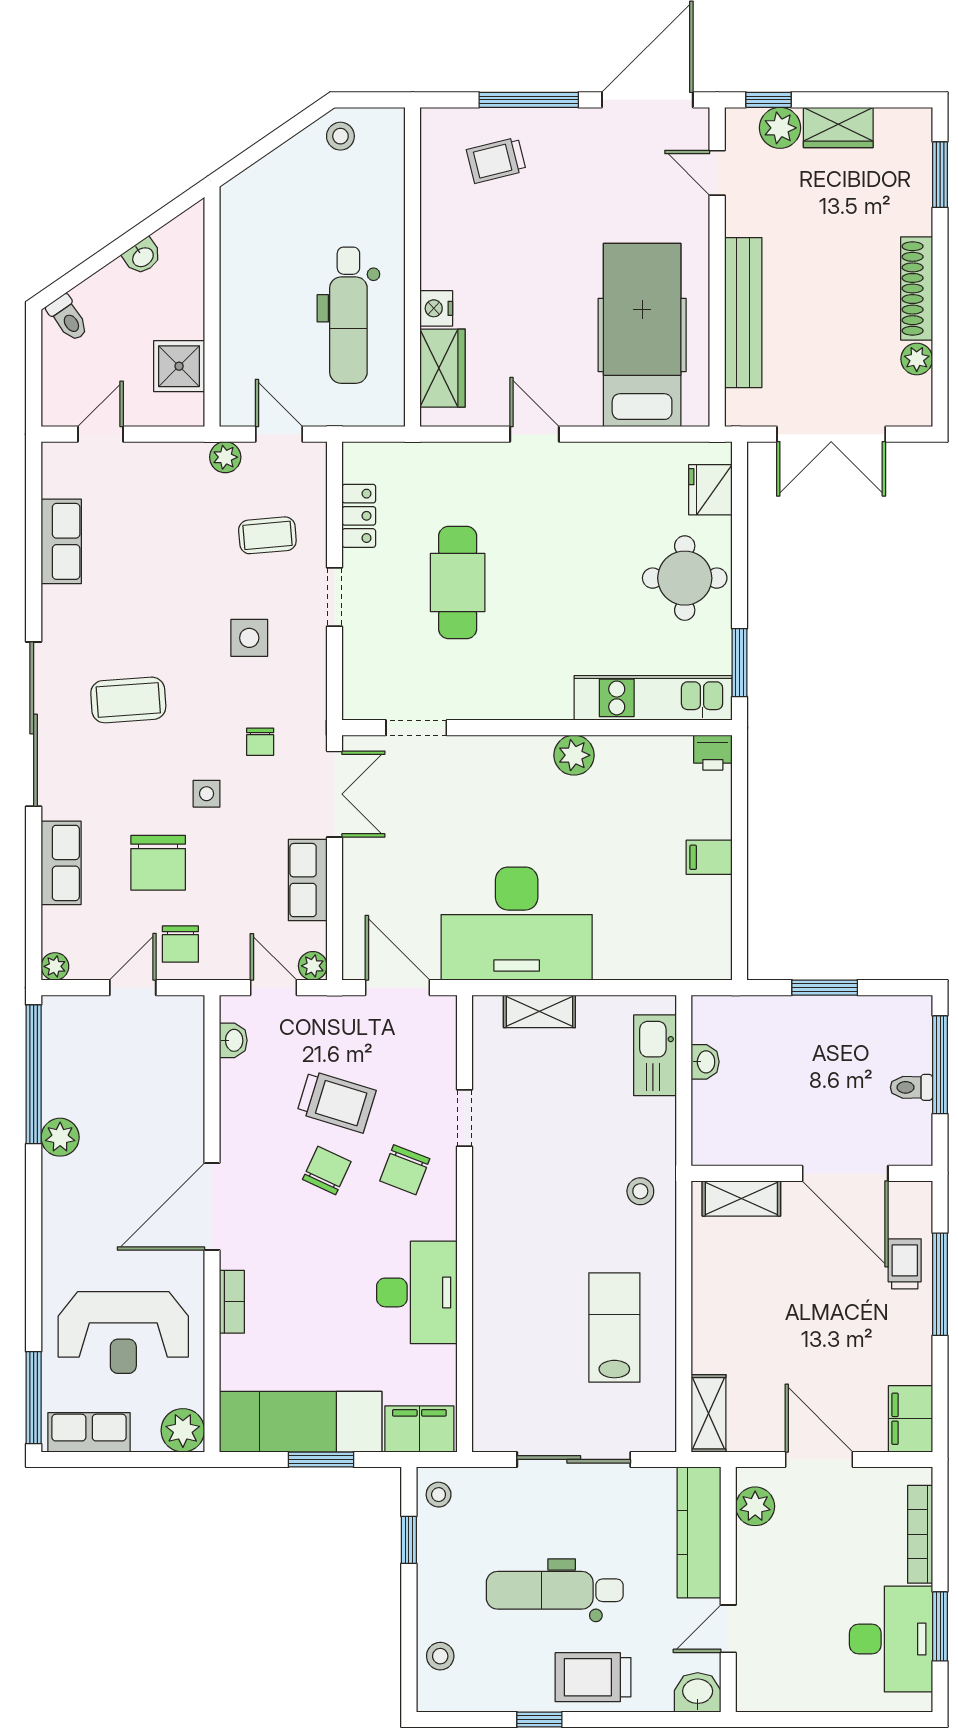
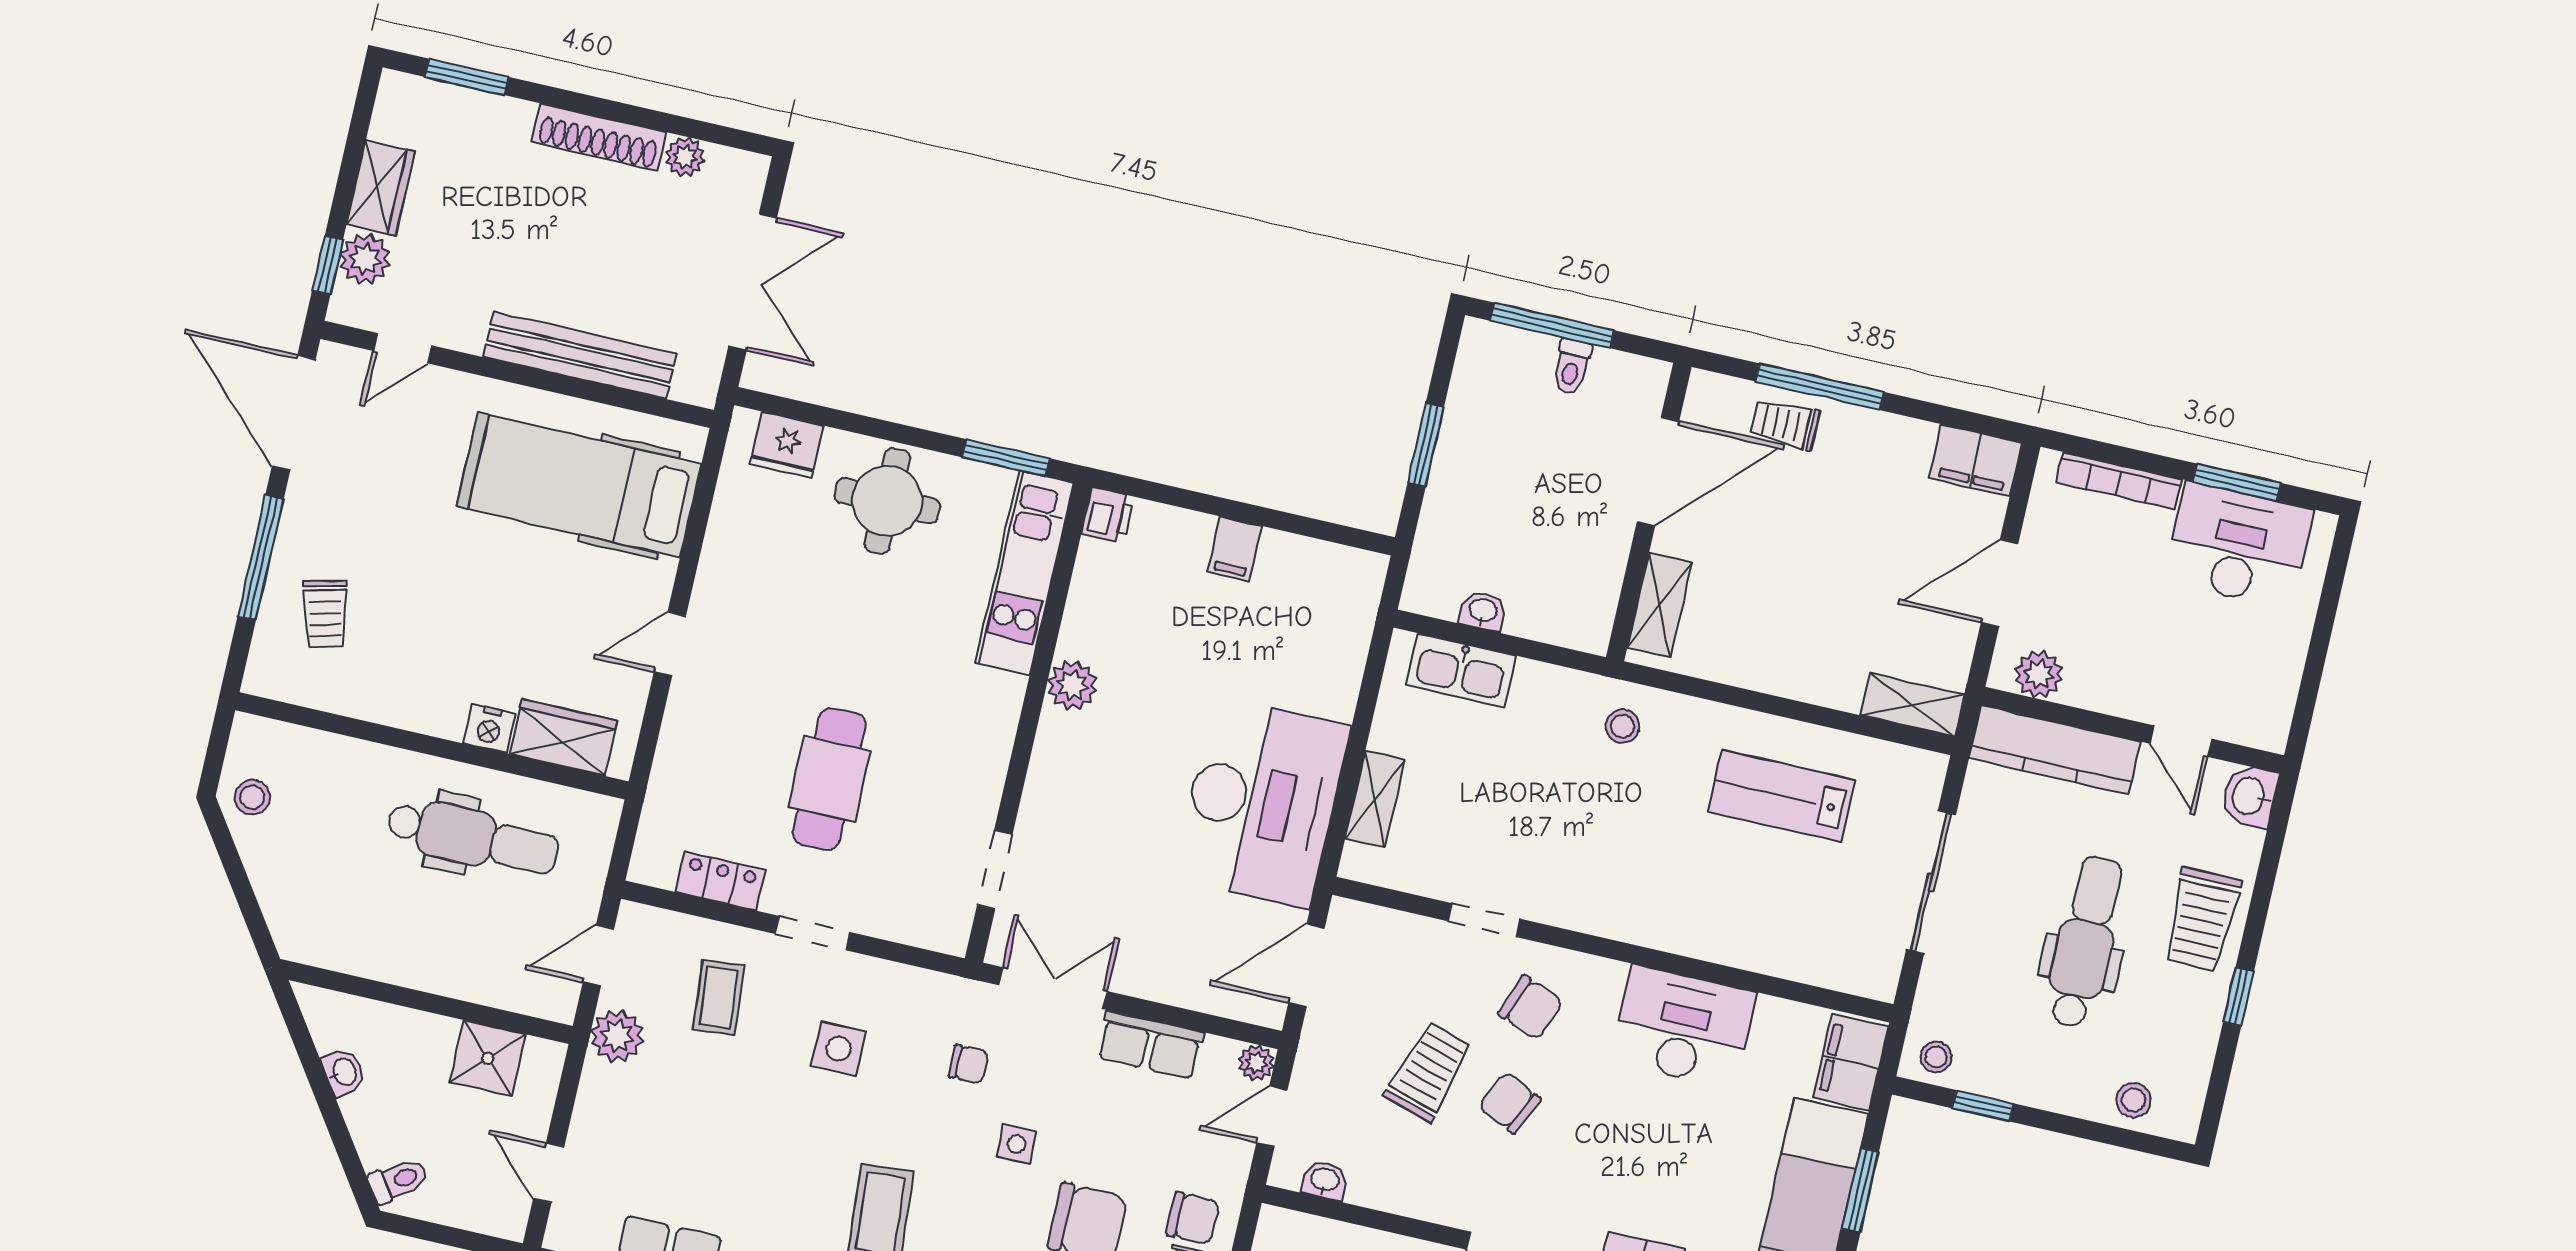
plant: (225, 457) -> (617, 1036), width x1.38, depth x1.38
cafe table: (458, 583) -> (829, 779), turned 90
dental chair: (555, 1590) -> (2085, 942), turned 180

